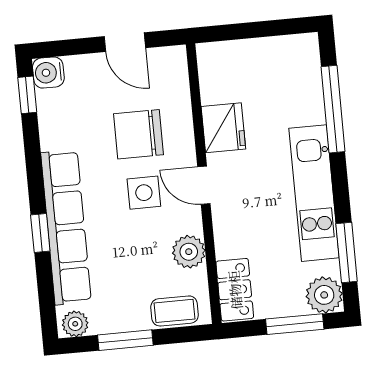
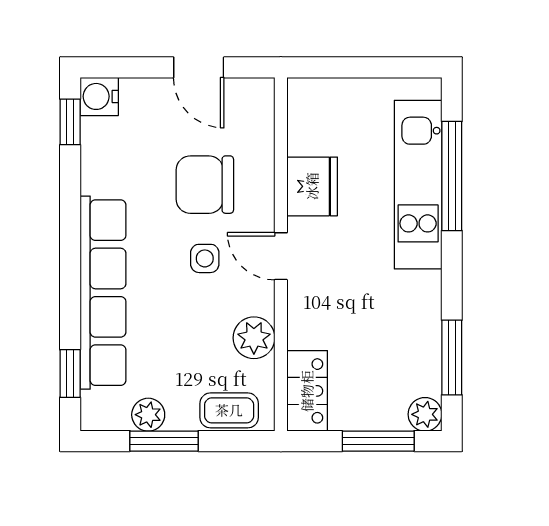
side table: (144, 193) -> (205, 258), width x0.73, depth x0.73
kitchen unit: (314, 193) -> (418, 185), moved
window: (40, 233) -> (70, 373), moved
plant: (324, 295) -> (425, 414), width x0.73, depth x0.73
plant: (75, 324) -> (148, 415), moved

